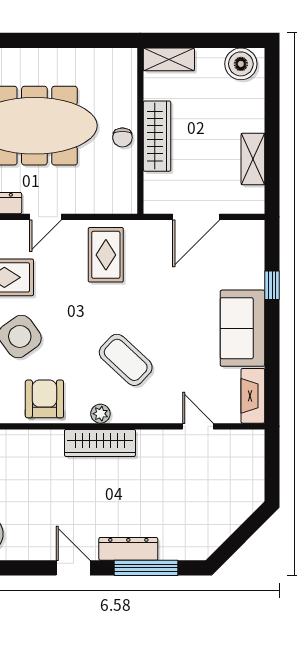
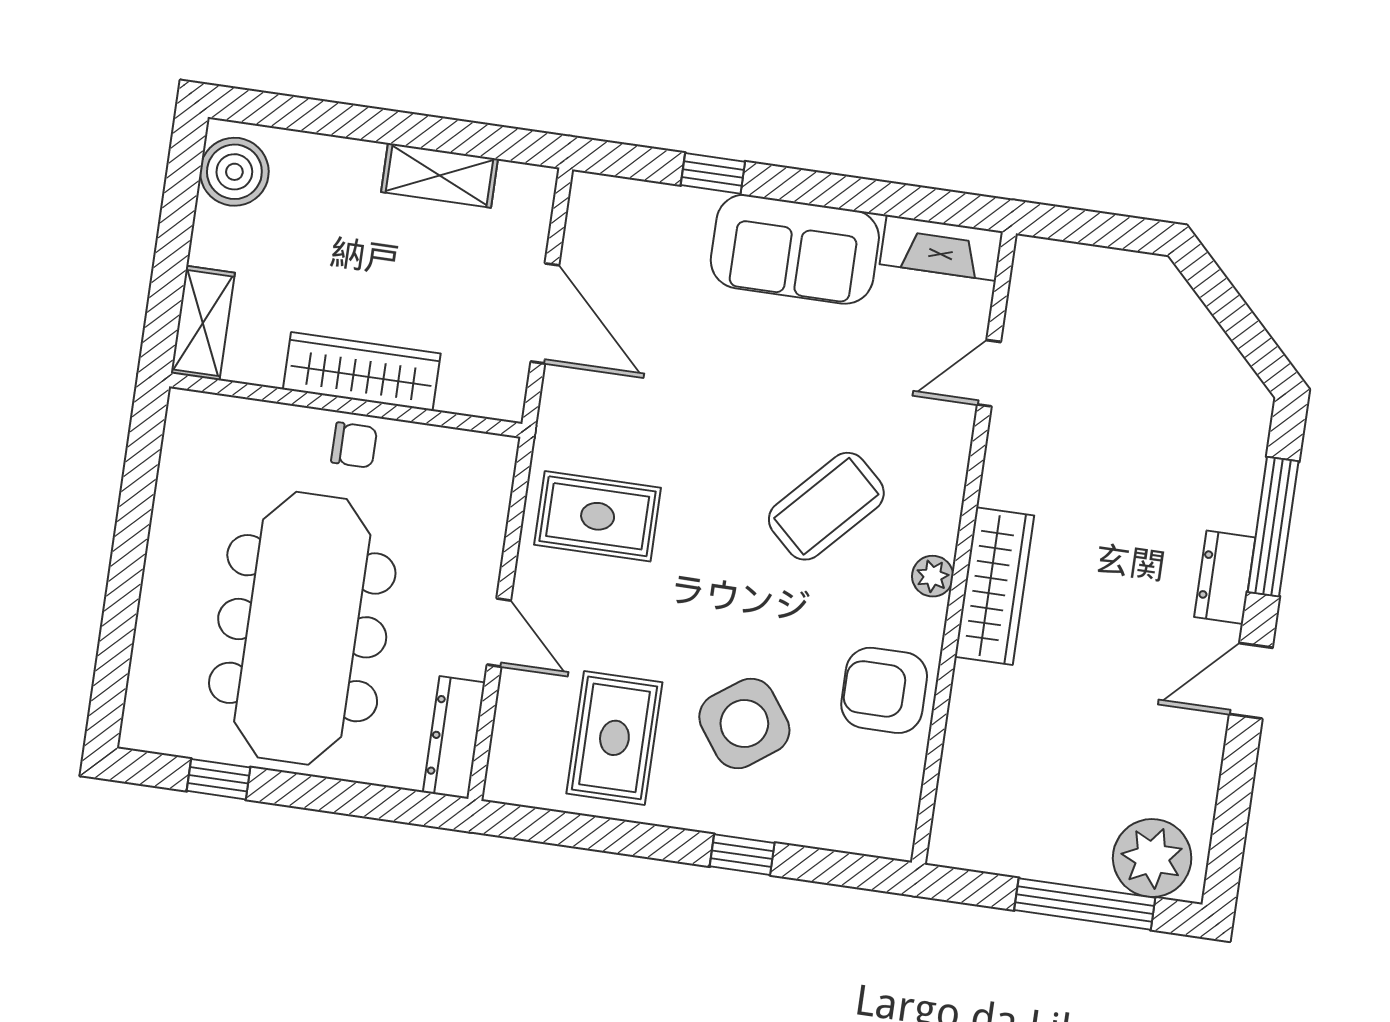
dresser: (128, 549) -> (1225, 577), width x0.70

